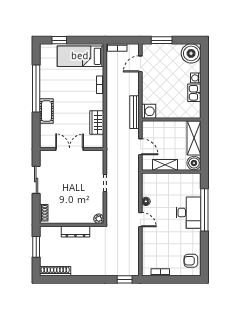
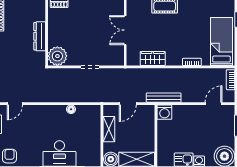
door: (140, 64) -> (214, 104), hinge flipped
double door: (70, 149) -> (125, 30), swing flipped
plant: (99, 219) -> (57, 56), width x1.88, depth x1.88
door: (140, 220) -> (15, 104), moved

